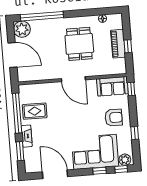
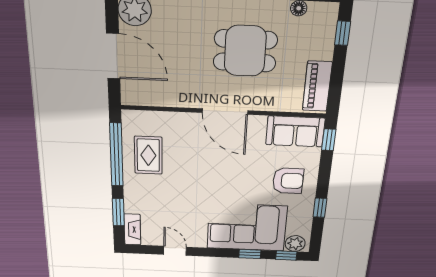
dining table: (79, 44) -> (245, 51), turned 90
piano: (118, 44) -> (317, 86), moved
window: (128, 46) -> (342, 33), moved
rug: (35, 111) -> (148, 155), turned 90
fireplace: (27, 136) -> (132, 229), moved
door: (55, 174) -> (175, 251), width x0.53

